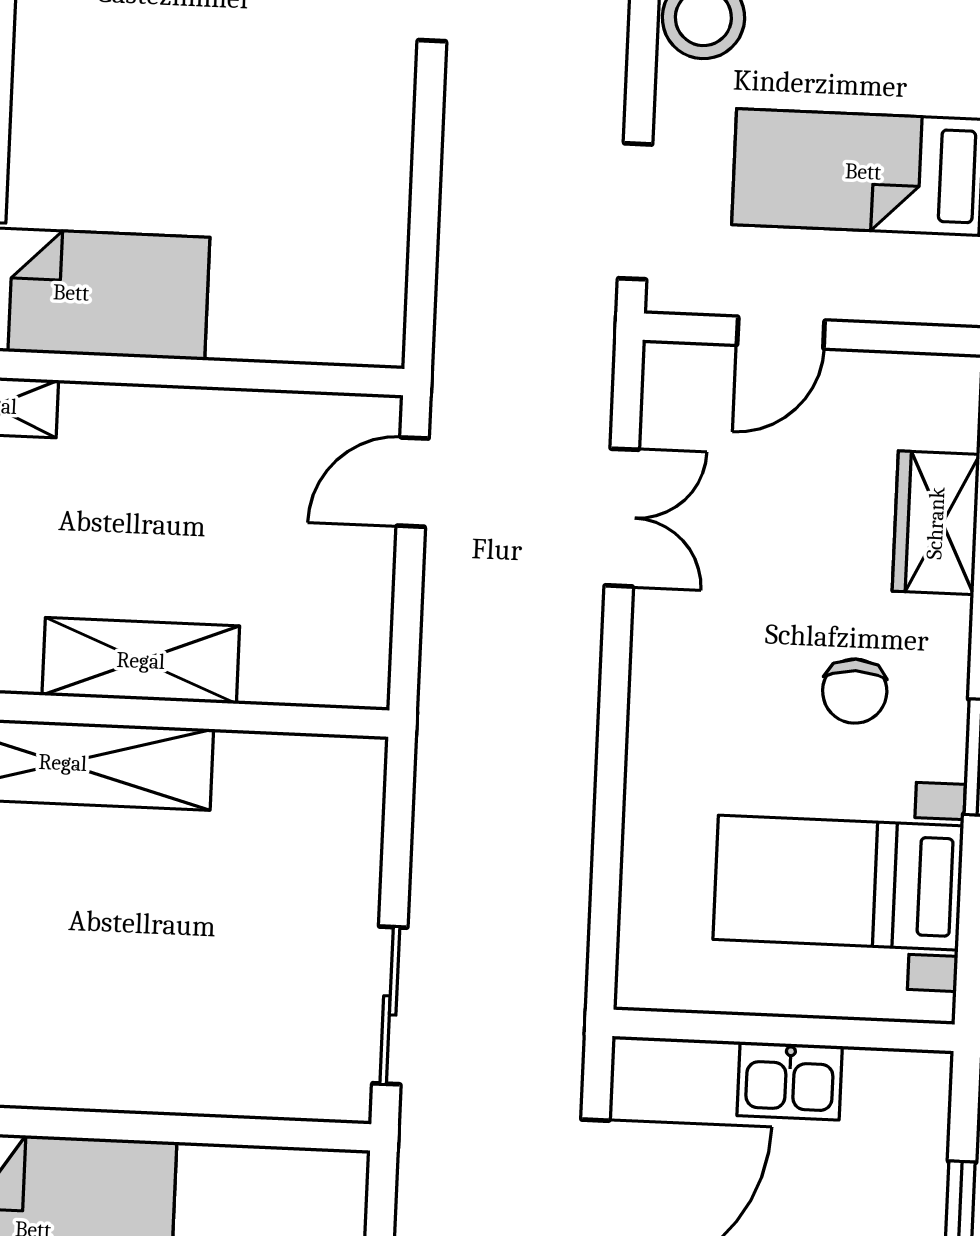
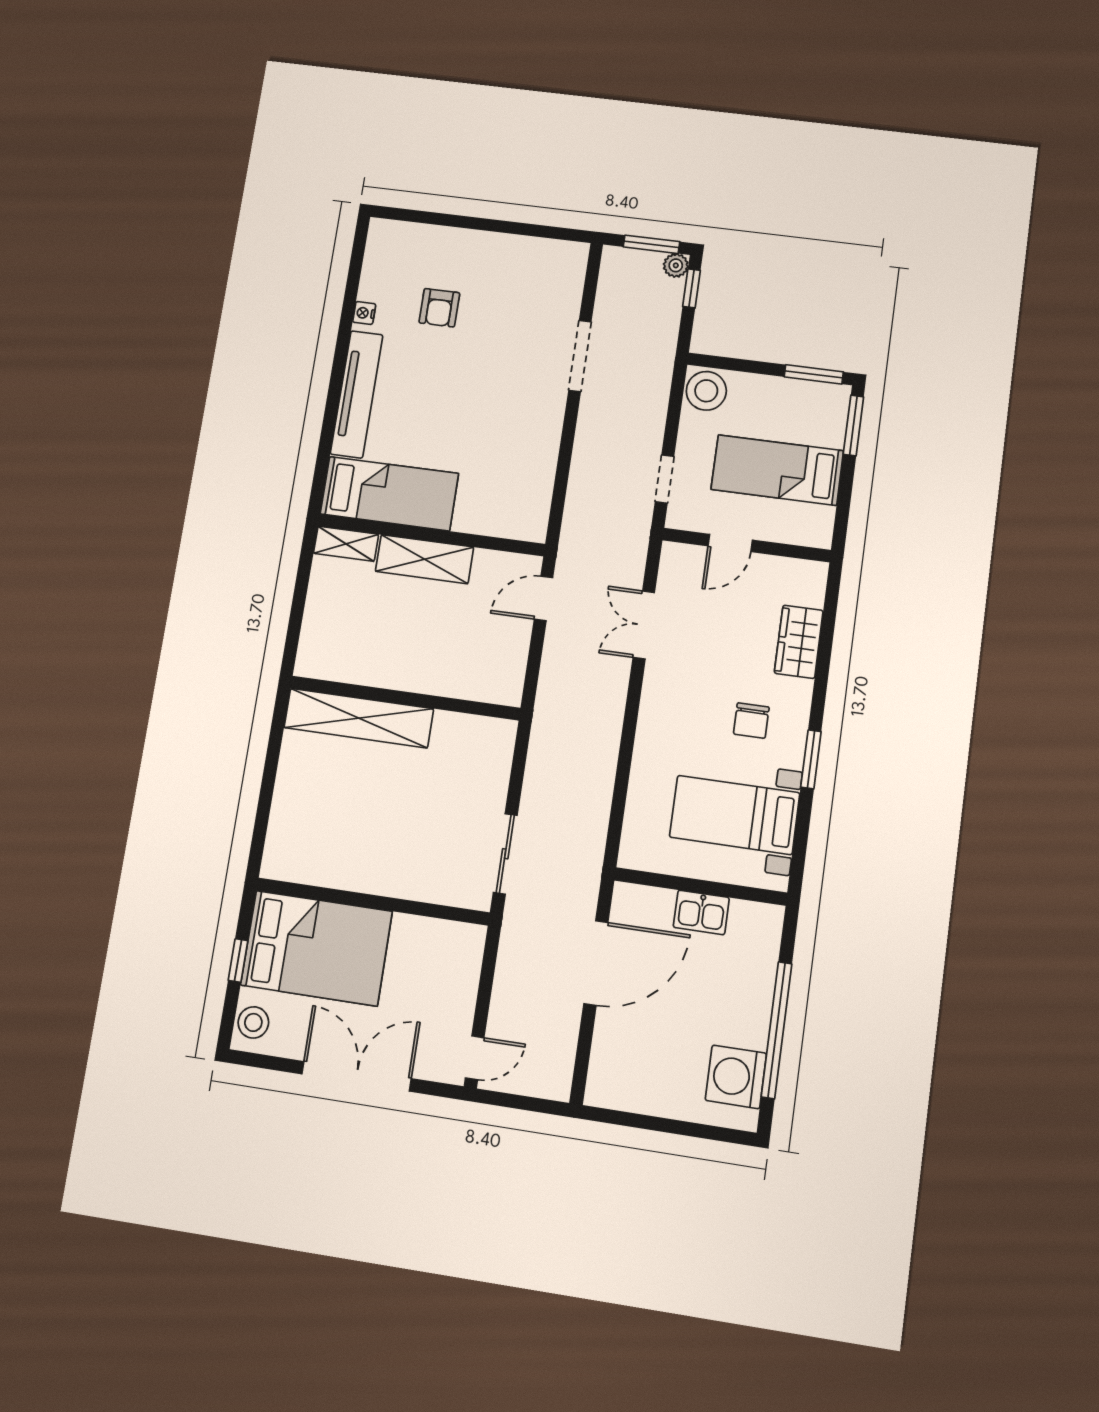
doorway: (635, 211) -> (665, 479), width x0.73
double door: (622, 518) -> (644, 625), swing flipped
shelving: (141, 661) -> (424, 559), moved

